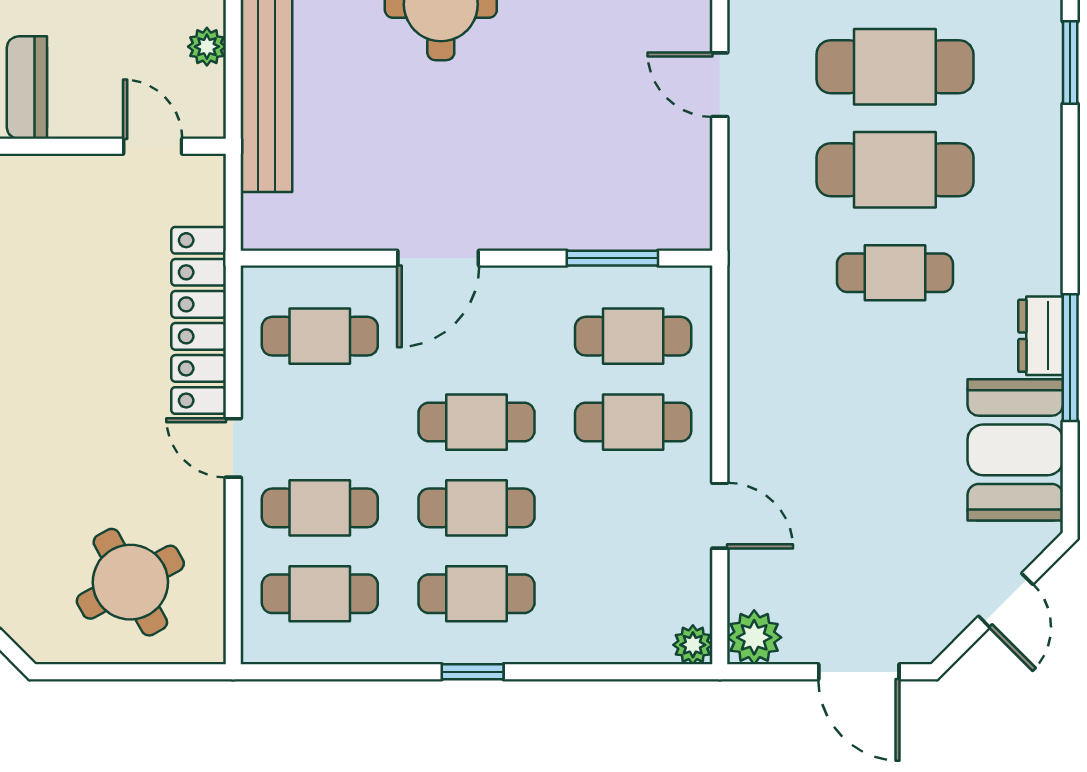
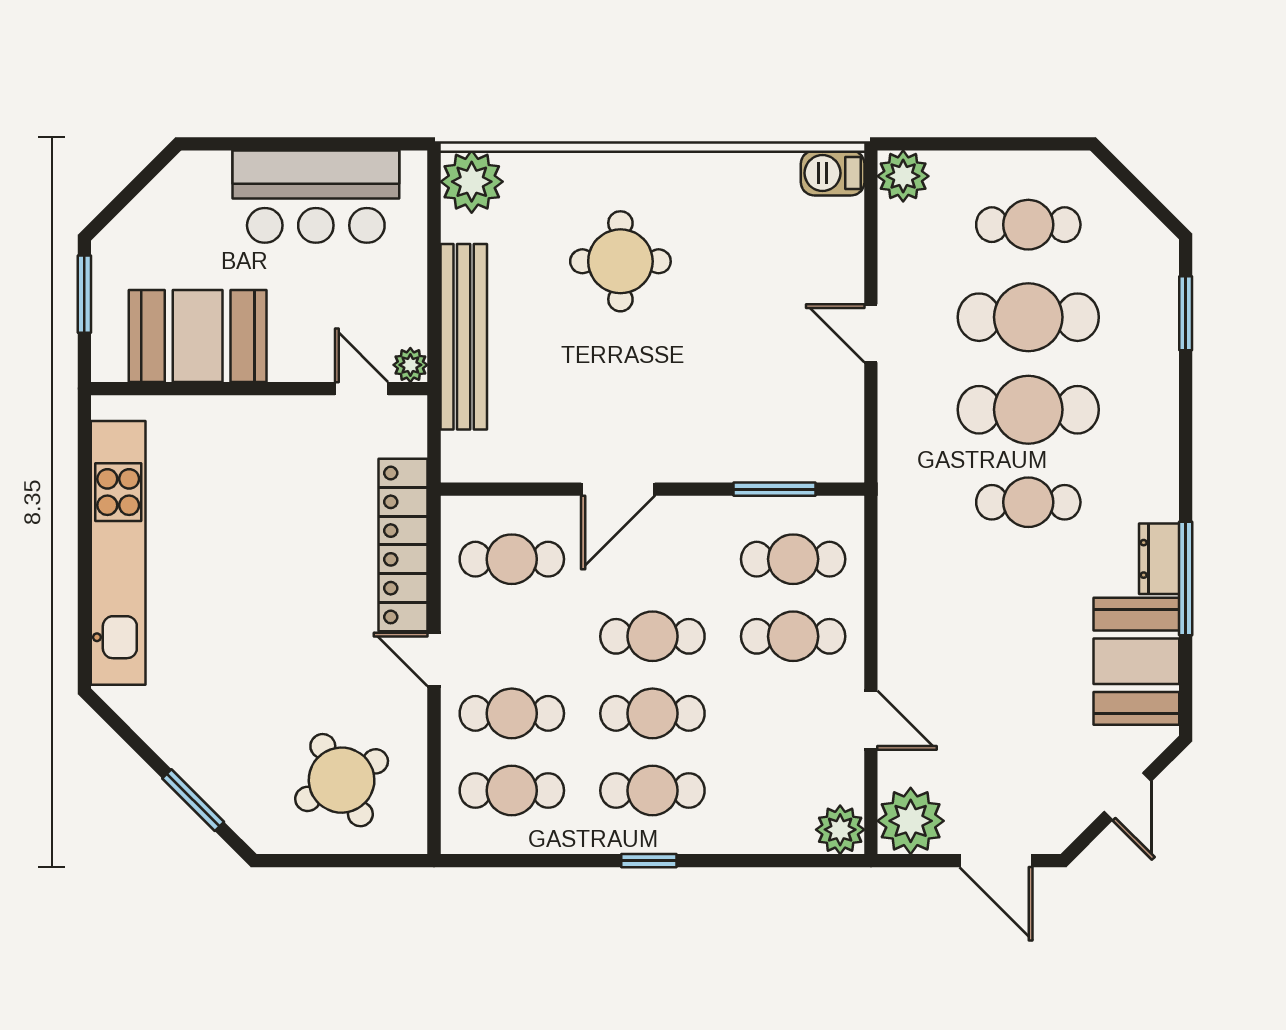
plant: (207, 47) -> (410, 365), moved
plant: (754, 637) -> (911, 821), width x1.36, depth x1.36
plant: (693, 645) -> (840, 830), width x1.38, depth x1.38

